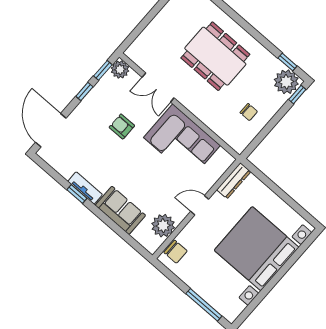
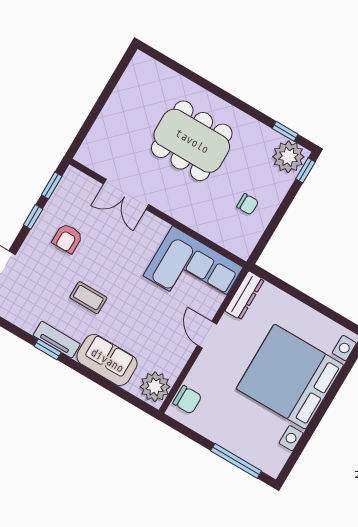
plant: (120, 69) -> (73, 180), removed
armchair: (122, 126) -> (67, 238), moved, turned -90
corner sofa: (182, 141) -> (193, 272), moved
coffee table: (115, 160) -> (88, 298), added
door: (200, 205) -> (207, 335), hinge flipped
plant: (163, 226) -> (155, 387), moved

